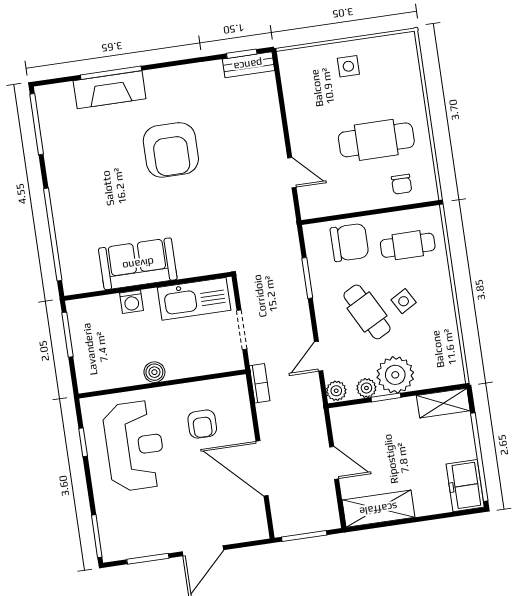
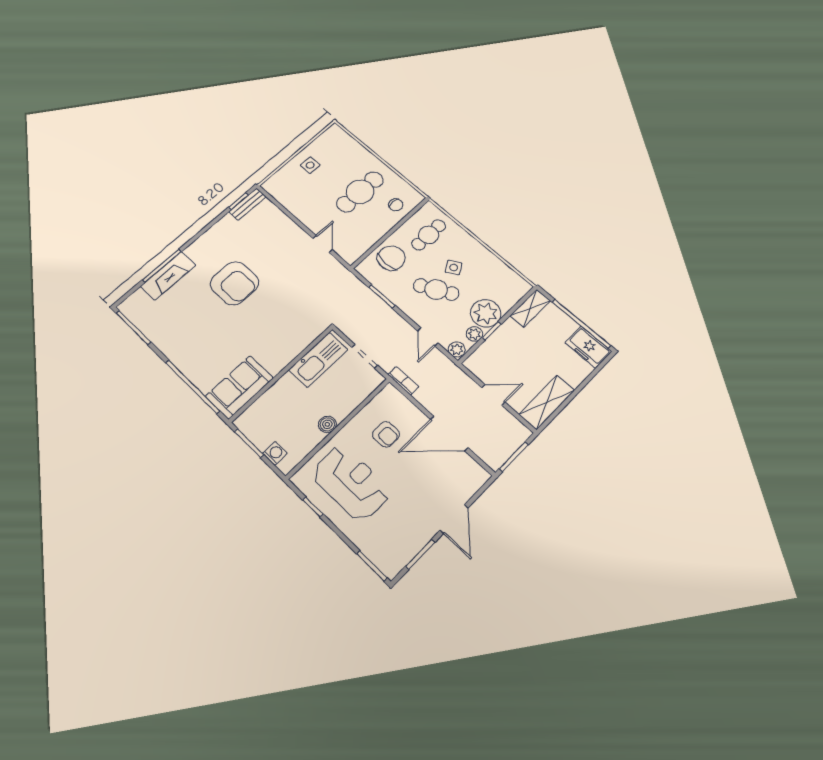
door: (292, 173) -> (323, 244), hinge flipped
sofa: (138, 264) -> (239, 387), moved
washing machine: (131, 302) -> (275, 453), moved, turned -90

